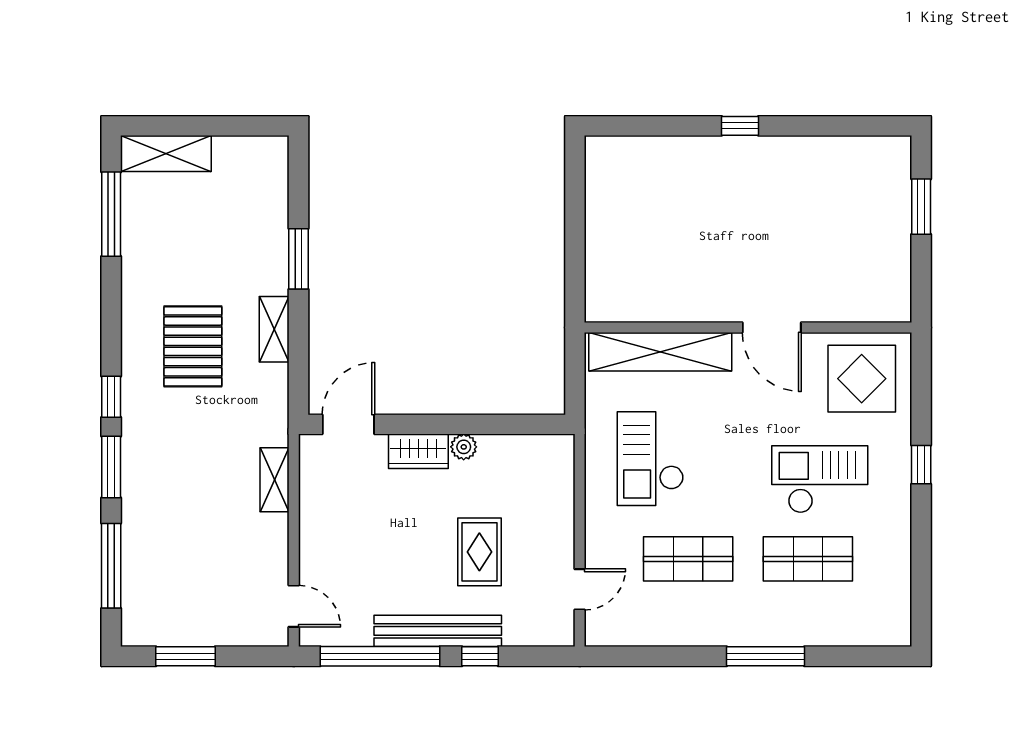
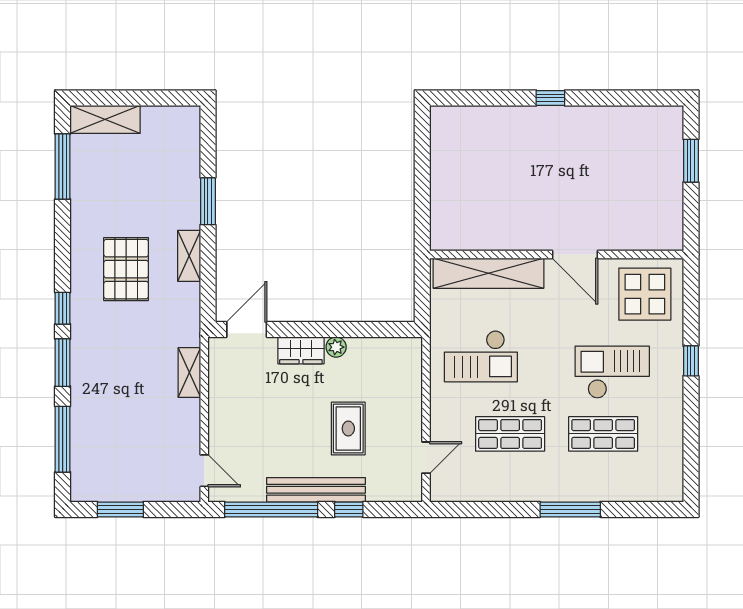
checkout: (650, 459) -> (481, 356), turned -90

